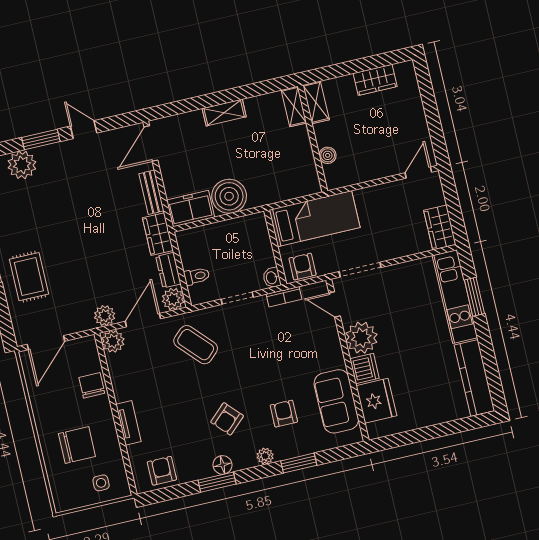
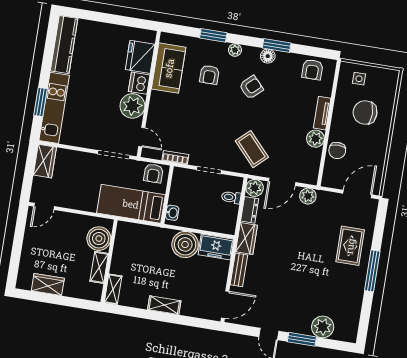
shelving: (316, 102) -> (99, 267), moved
boiler: (328, 155) -> (99, 239), width x1.86, depth x1.86
washbasin: (272, 278) -> (172, 213), moved
plant: (113, 341) -> (315, 139), moved

